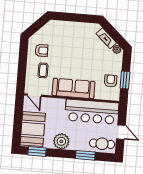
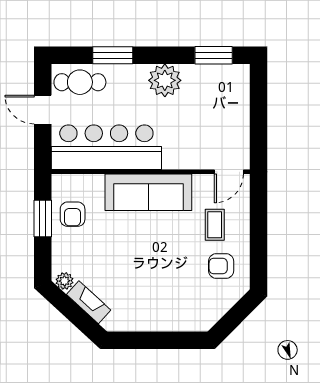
door: (34, 95) -> (229, 172), swing flipped
booth: (33, 129) -> (226, 101), removed

